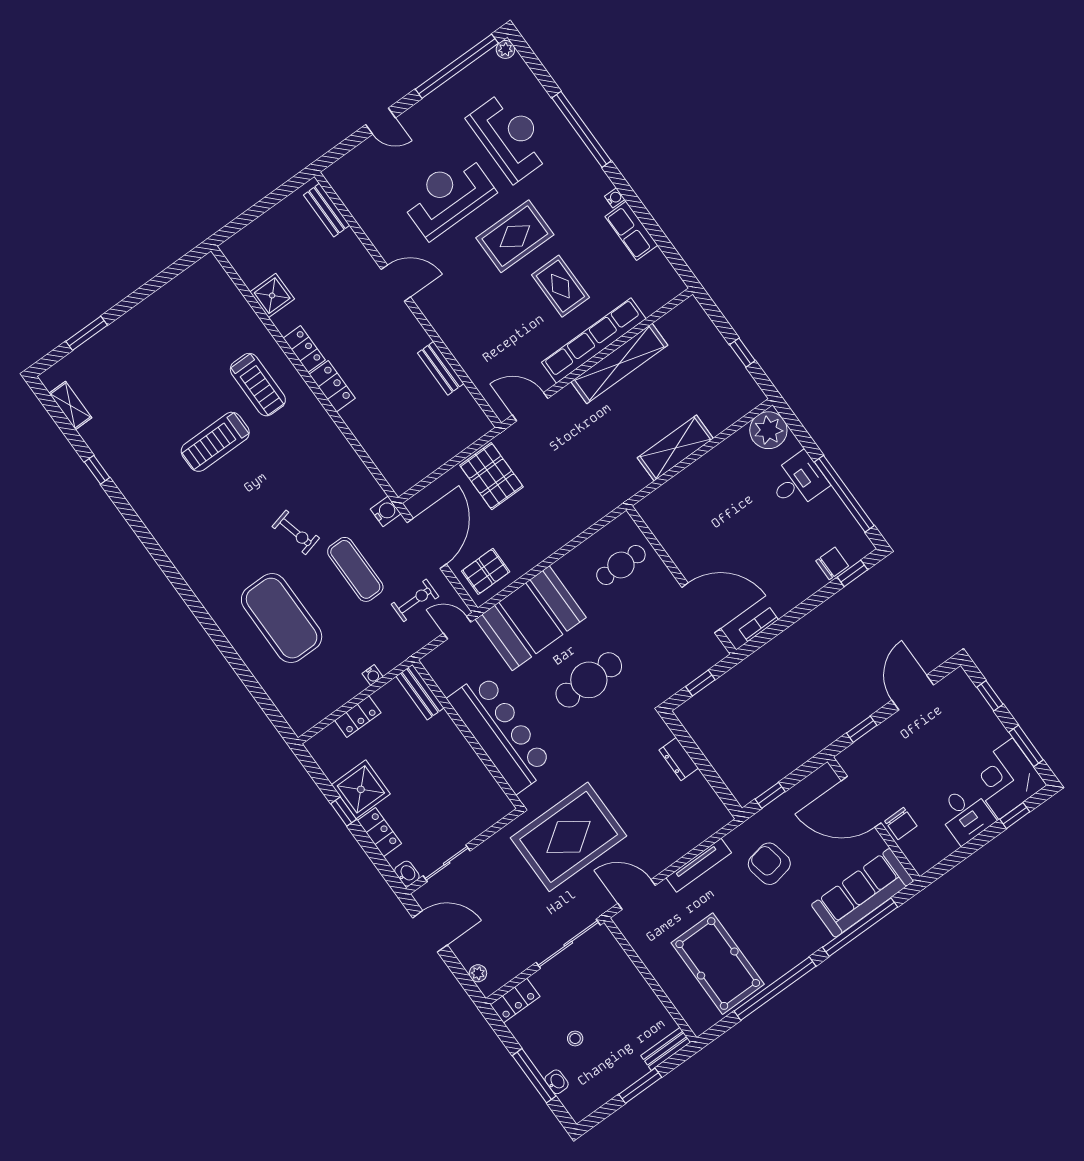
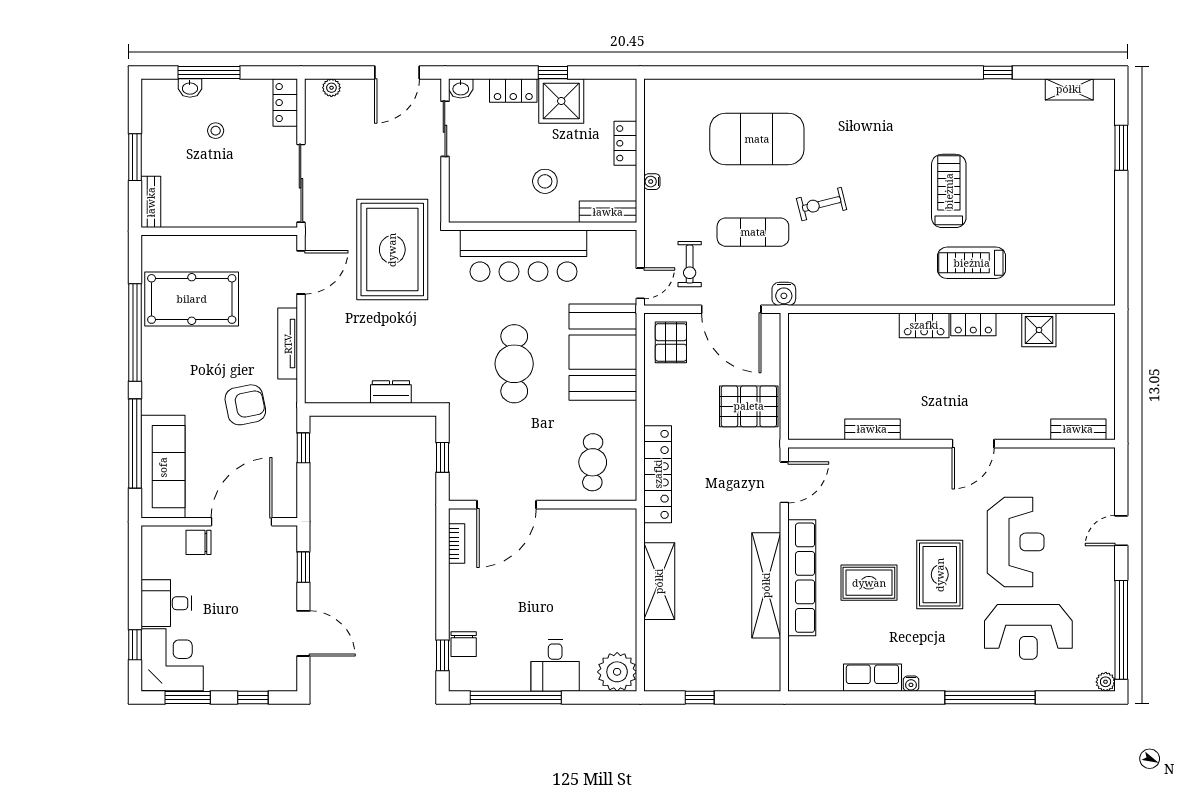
locker: (594, 508) -> (658, 474), added
stool: (432, 757) -> (545, 181), added

